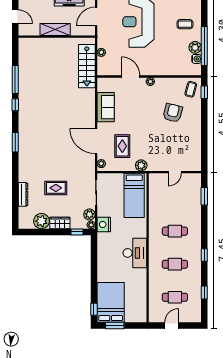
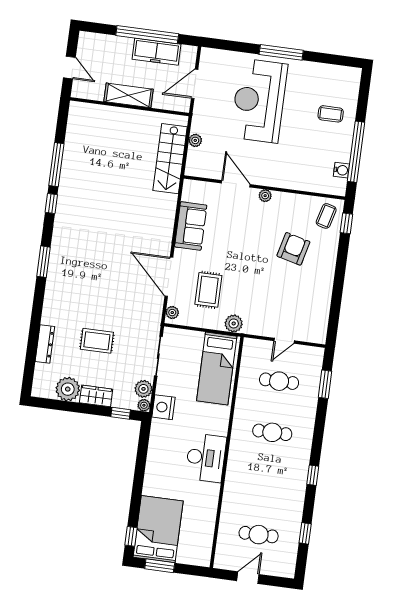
plant: (195, 47) -> (341, 152), removed
cafe table: (175, 264) -> (279, 381), moved

